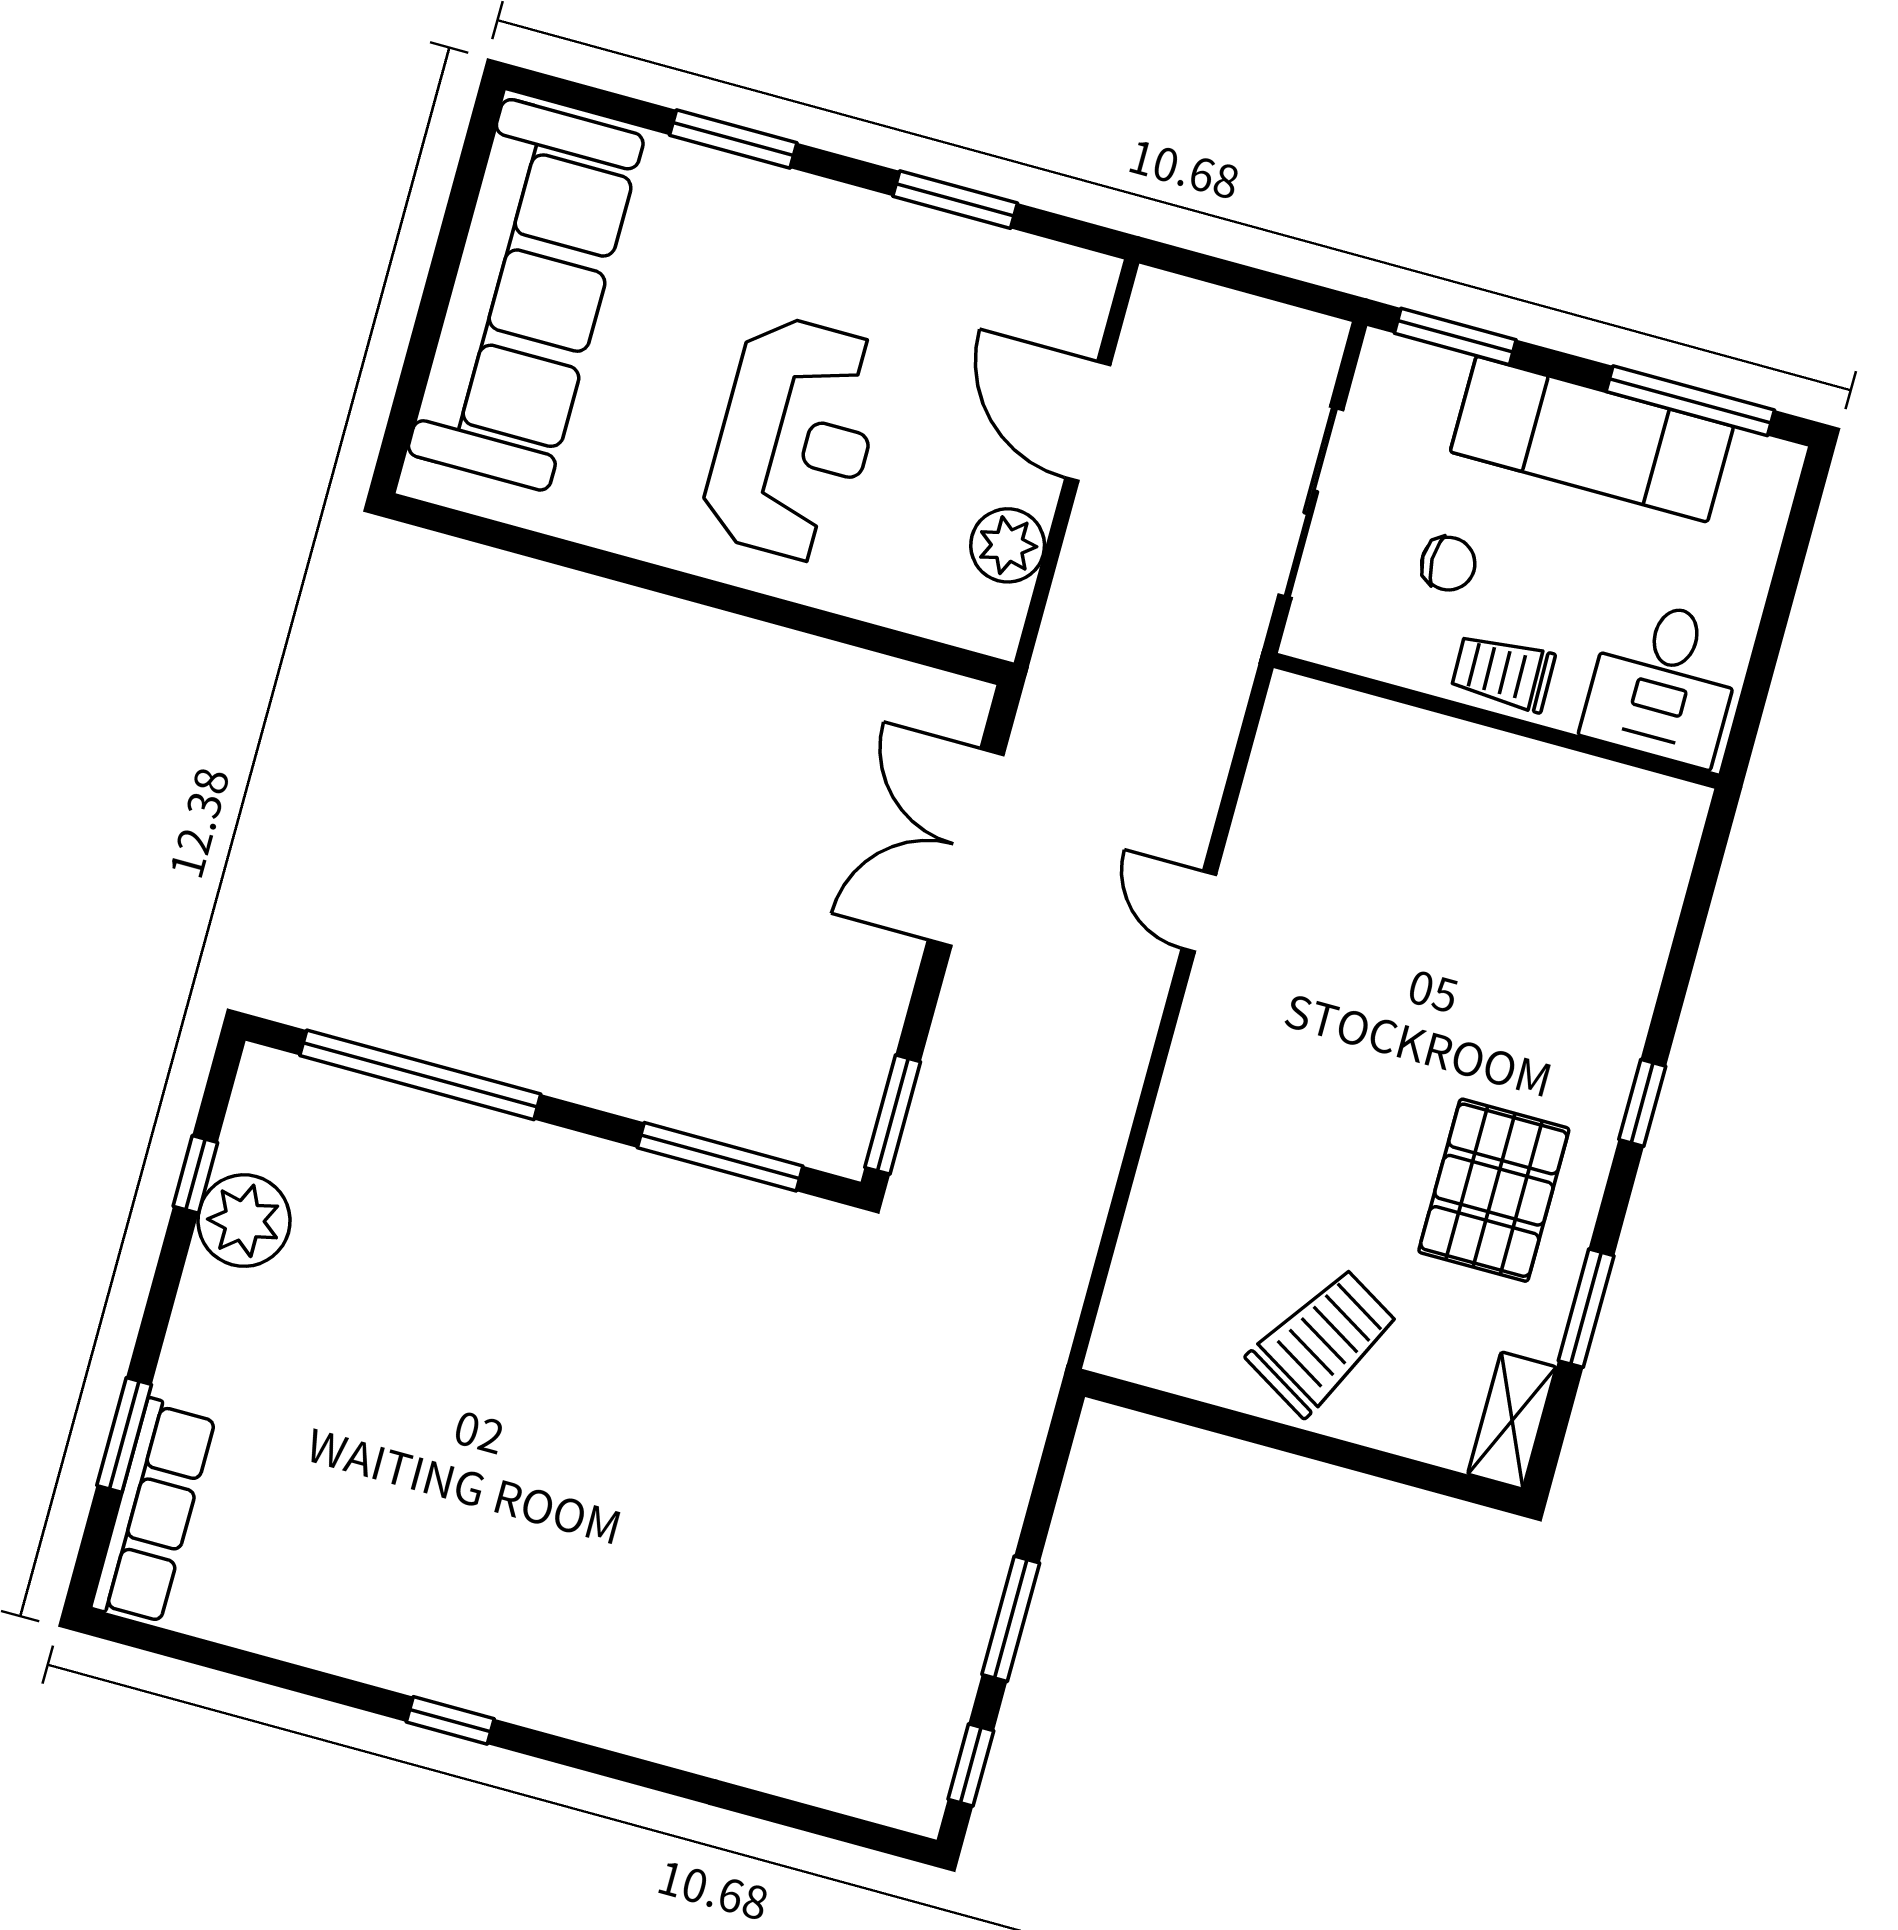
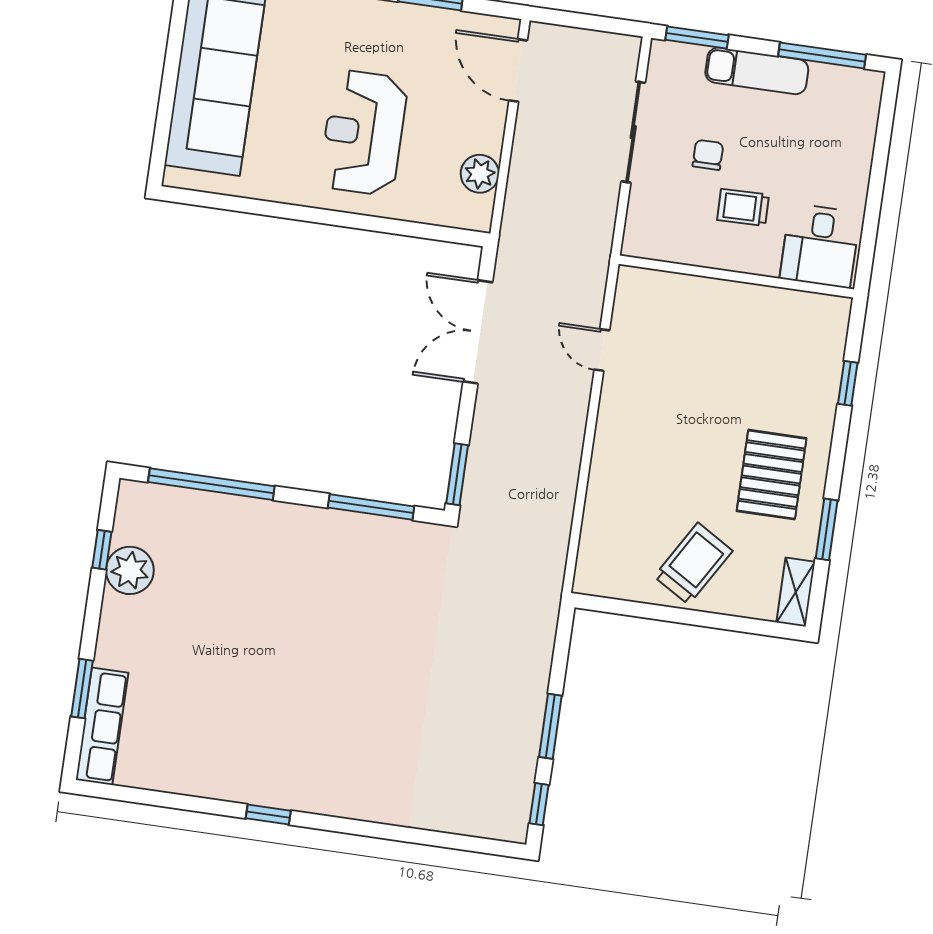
door: (1088, 421) -> (518, 71), moved
reception desk: (795, 439) -> (364, 133), turned 180
exam couch: (1592, 439) -> (757, 71), width x0.73, depth x0.69
chair: (1448, 564) -> (708, 155), turned -90
desk: (1663, 682) -> (820, 246), moved
wall: (1496, 721) -> (736, 277), moved
window: (1642, 1103) -> (848, 383), moved

